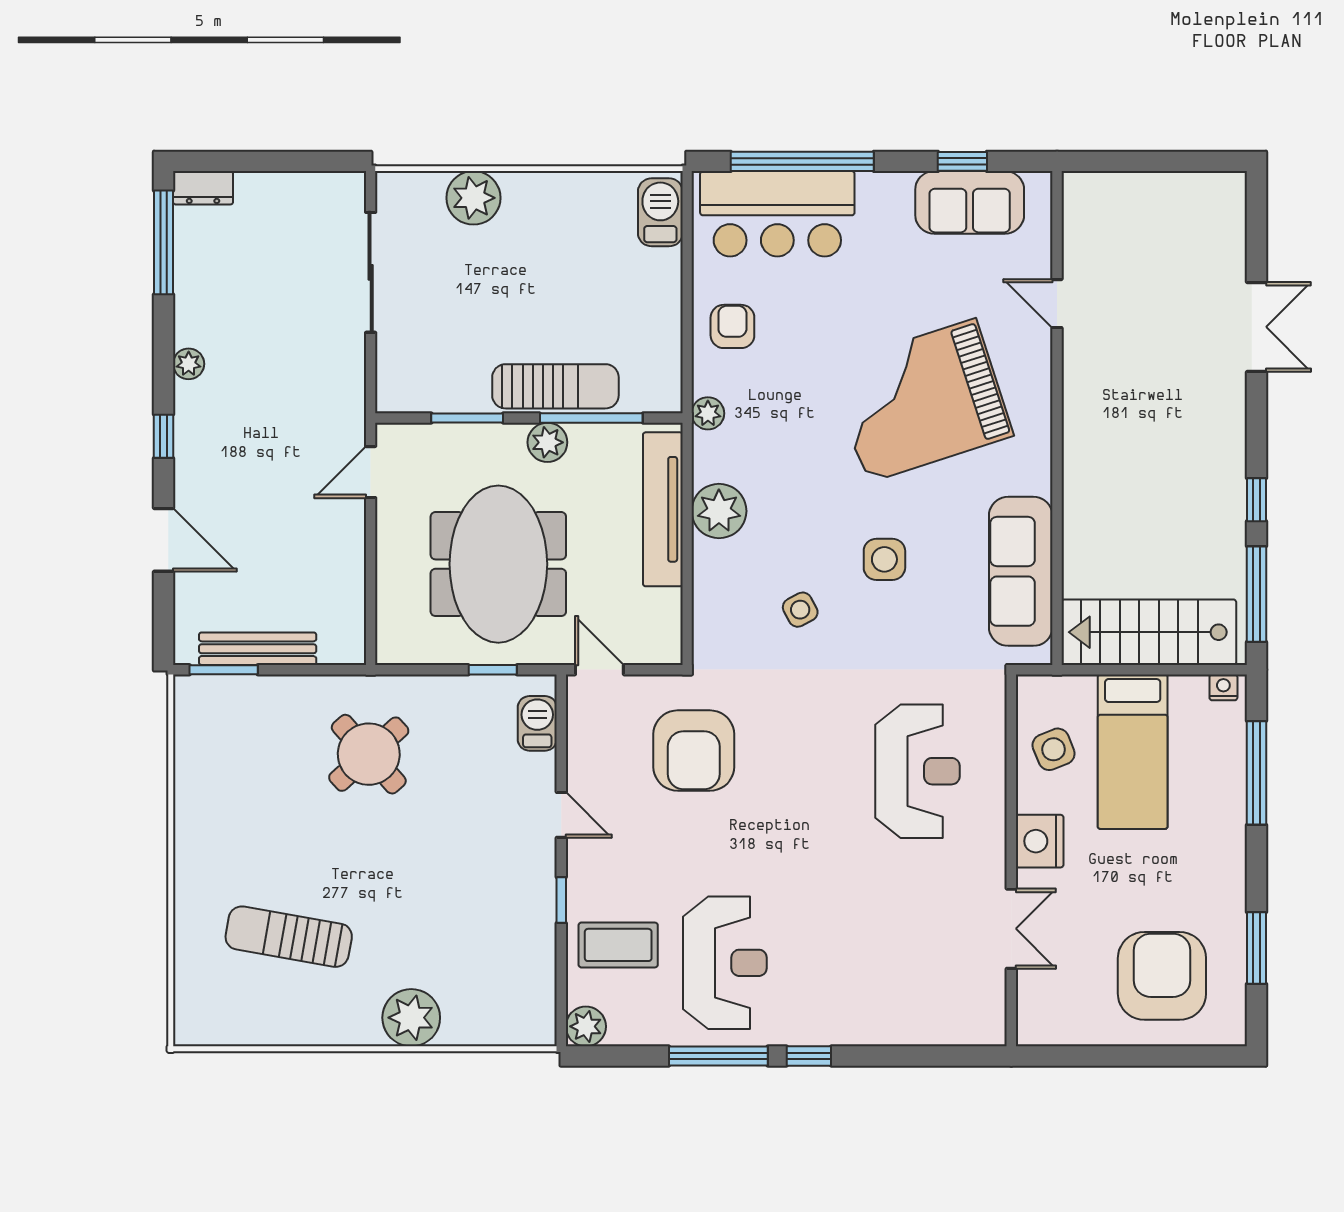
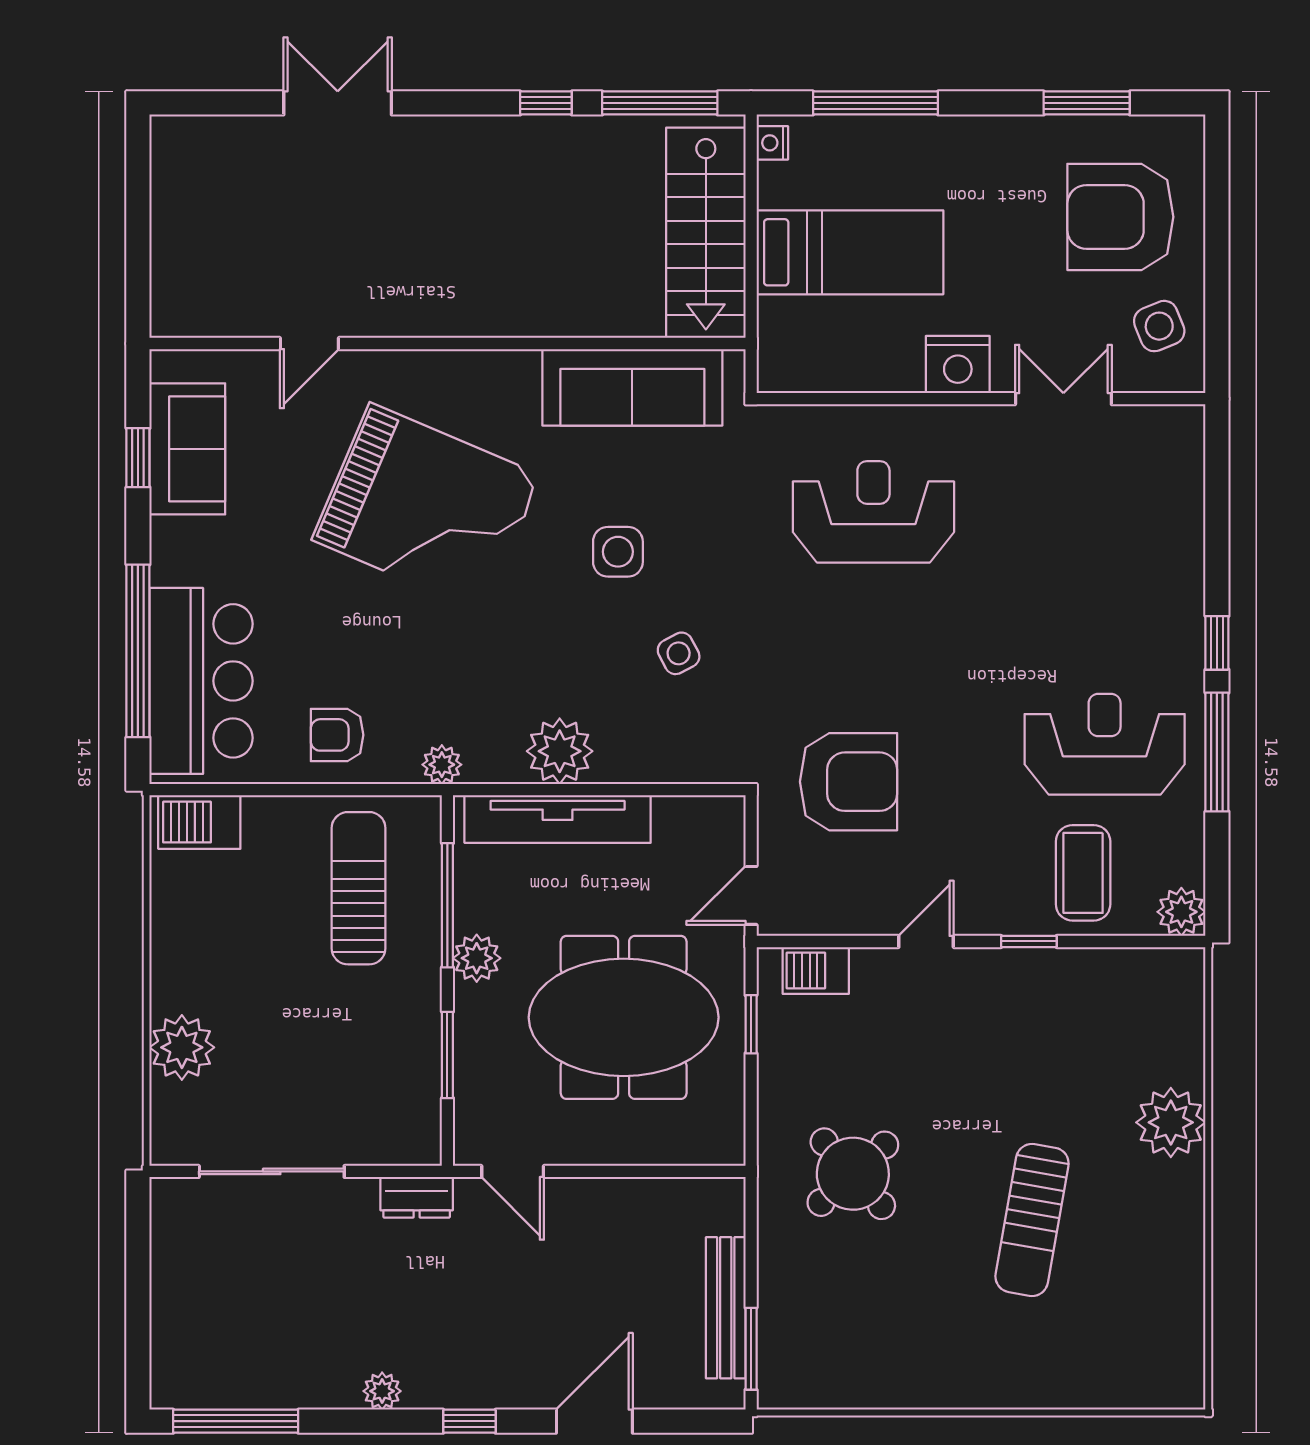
dresser: (203, 188) -> (417, 1197), moved, turned 90
sun lounger: (555, 386) -> (359, 888), moved
grand piano: (921, 401) -> (427, 507), turned -49
side table: (1054, 749) -> (1159, 326), moved
sun lounger: (289, 937) -> (1032, 1220), moved

